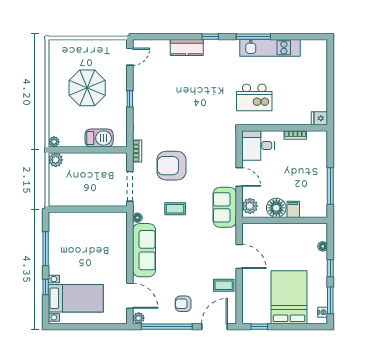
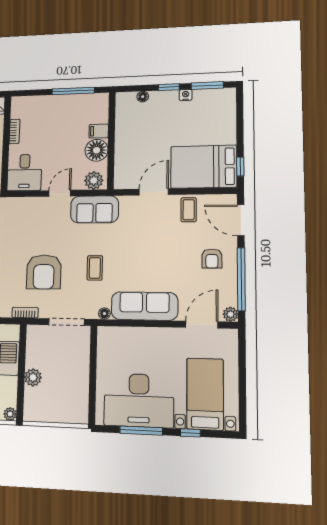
plant: (56, 160) -> (33, 377), moved
desk: (69, 247) -> (139, 400), added
bed: (289, 297) -> (204, 167), moved
nightstand: (323, 312) -> (186, 95), moved

